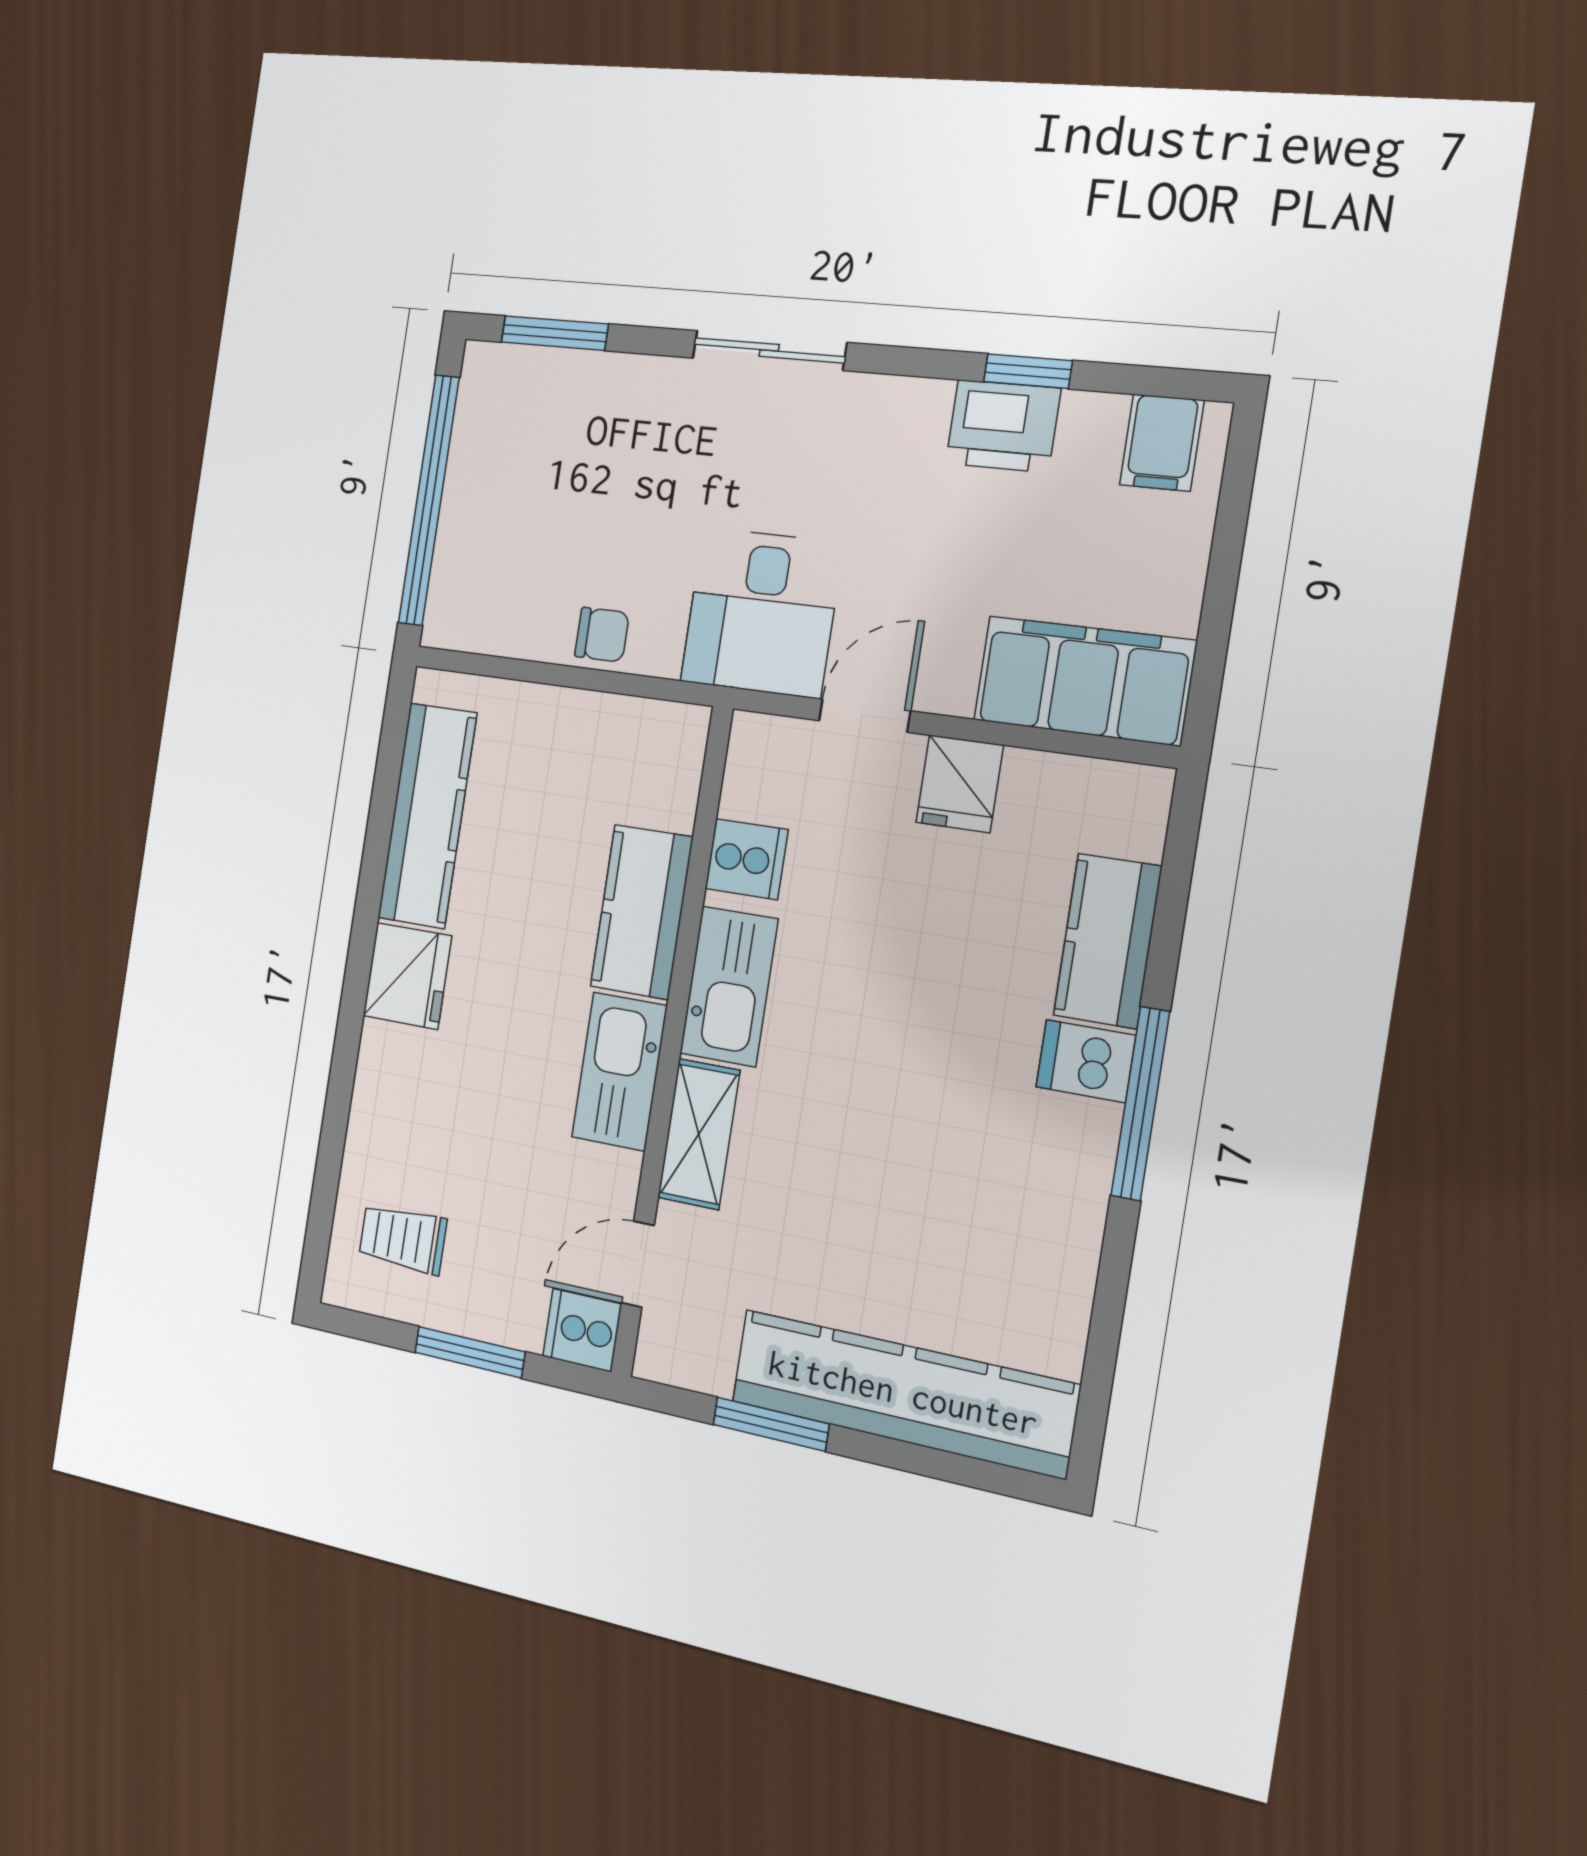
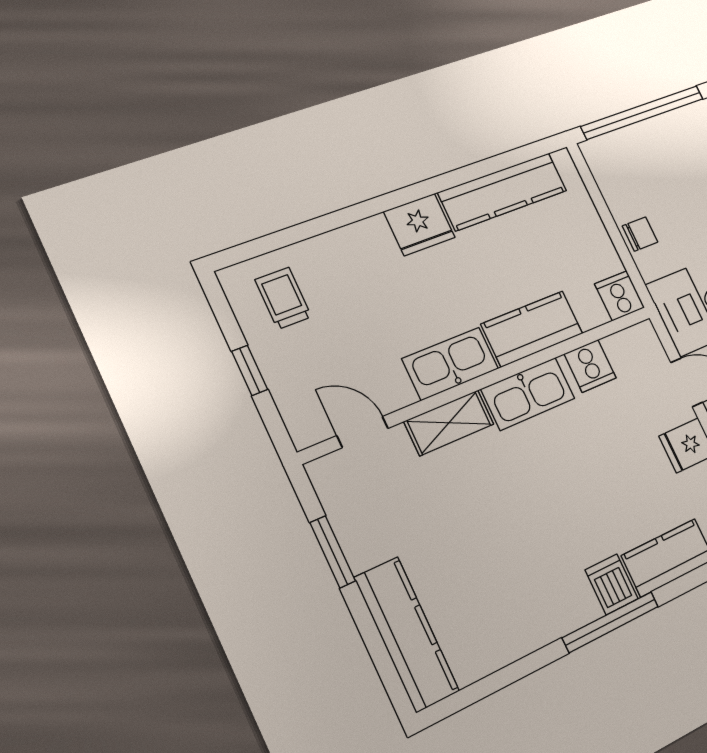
chair: (602, 635) -> (640, 234), turned -90
cooker: (582, 1330) -> (620, 296), moved
window: (470, 1352) -> (250, 370), width x0.67
kitchen counter: (903, 1393) -> (407, 634), width x0.72, depth x0.86

